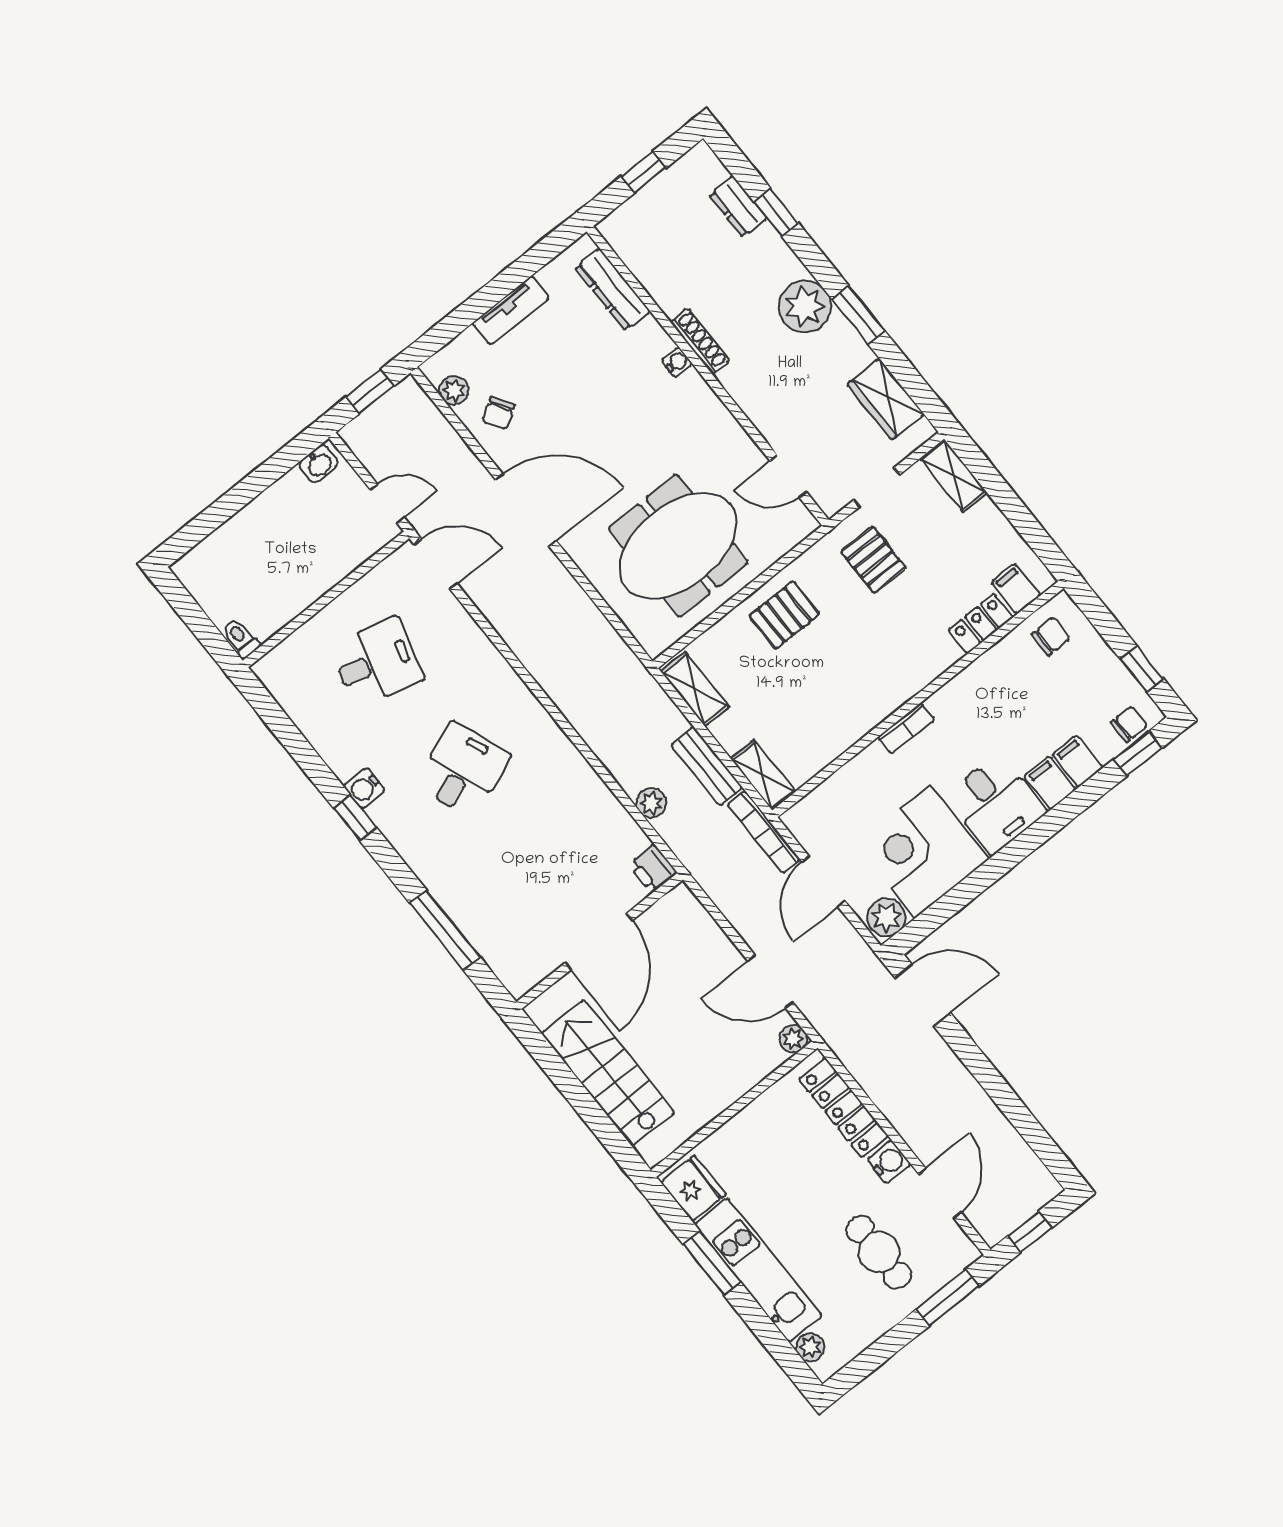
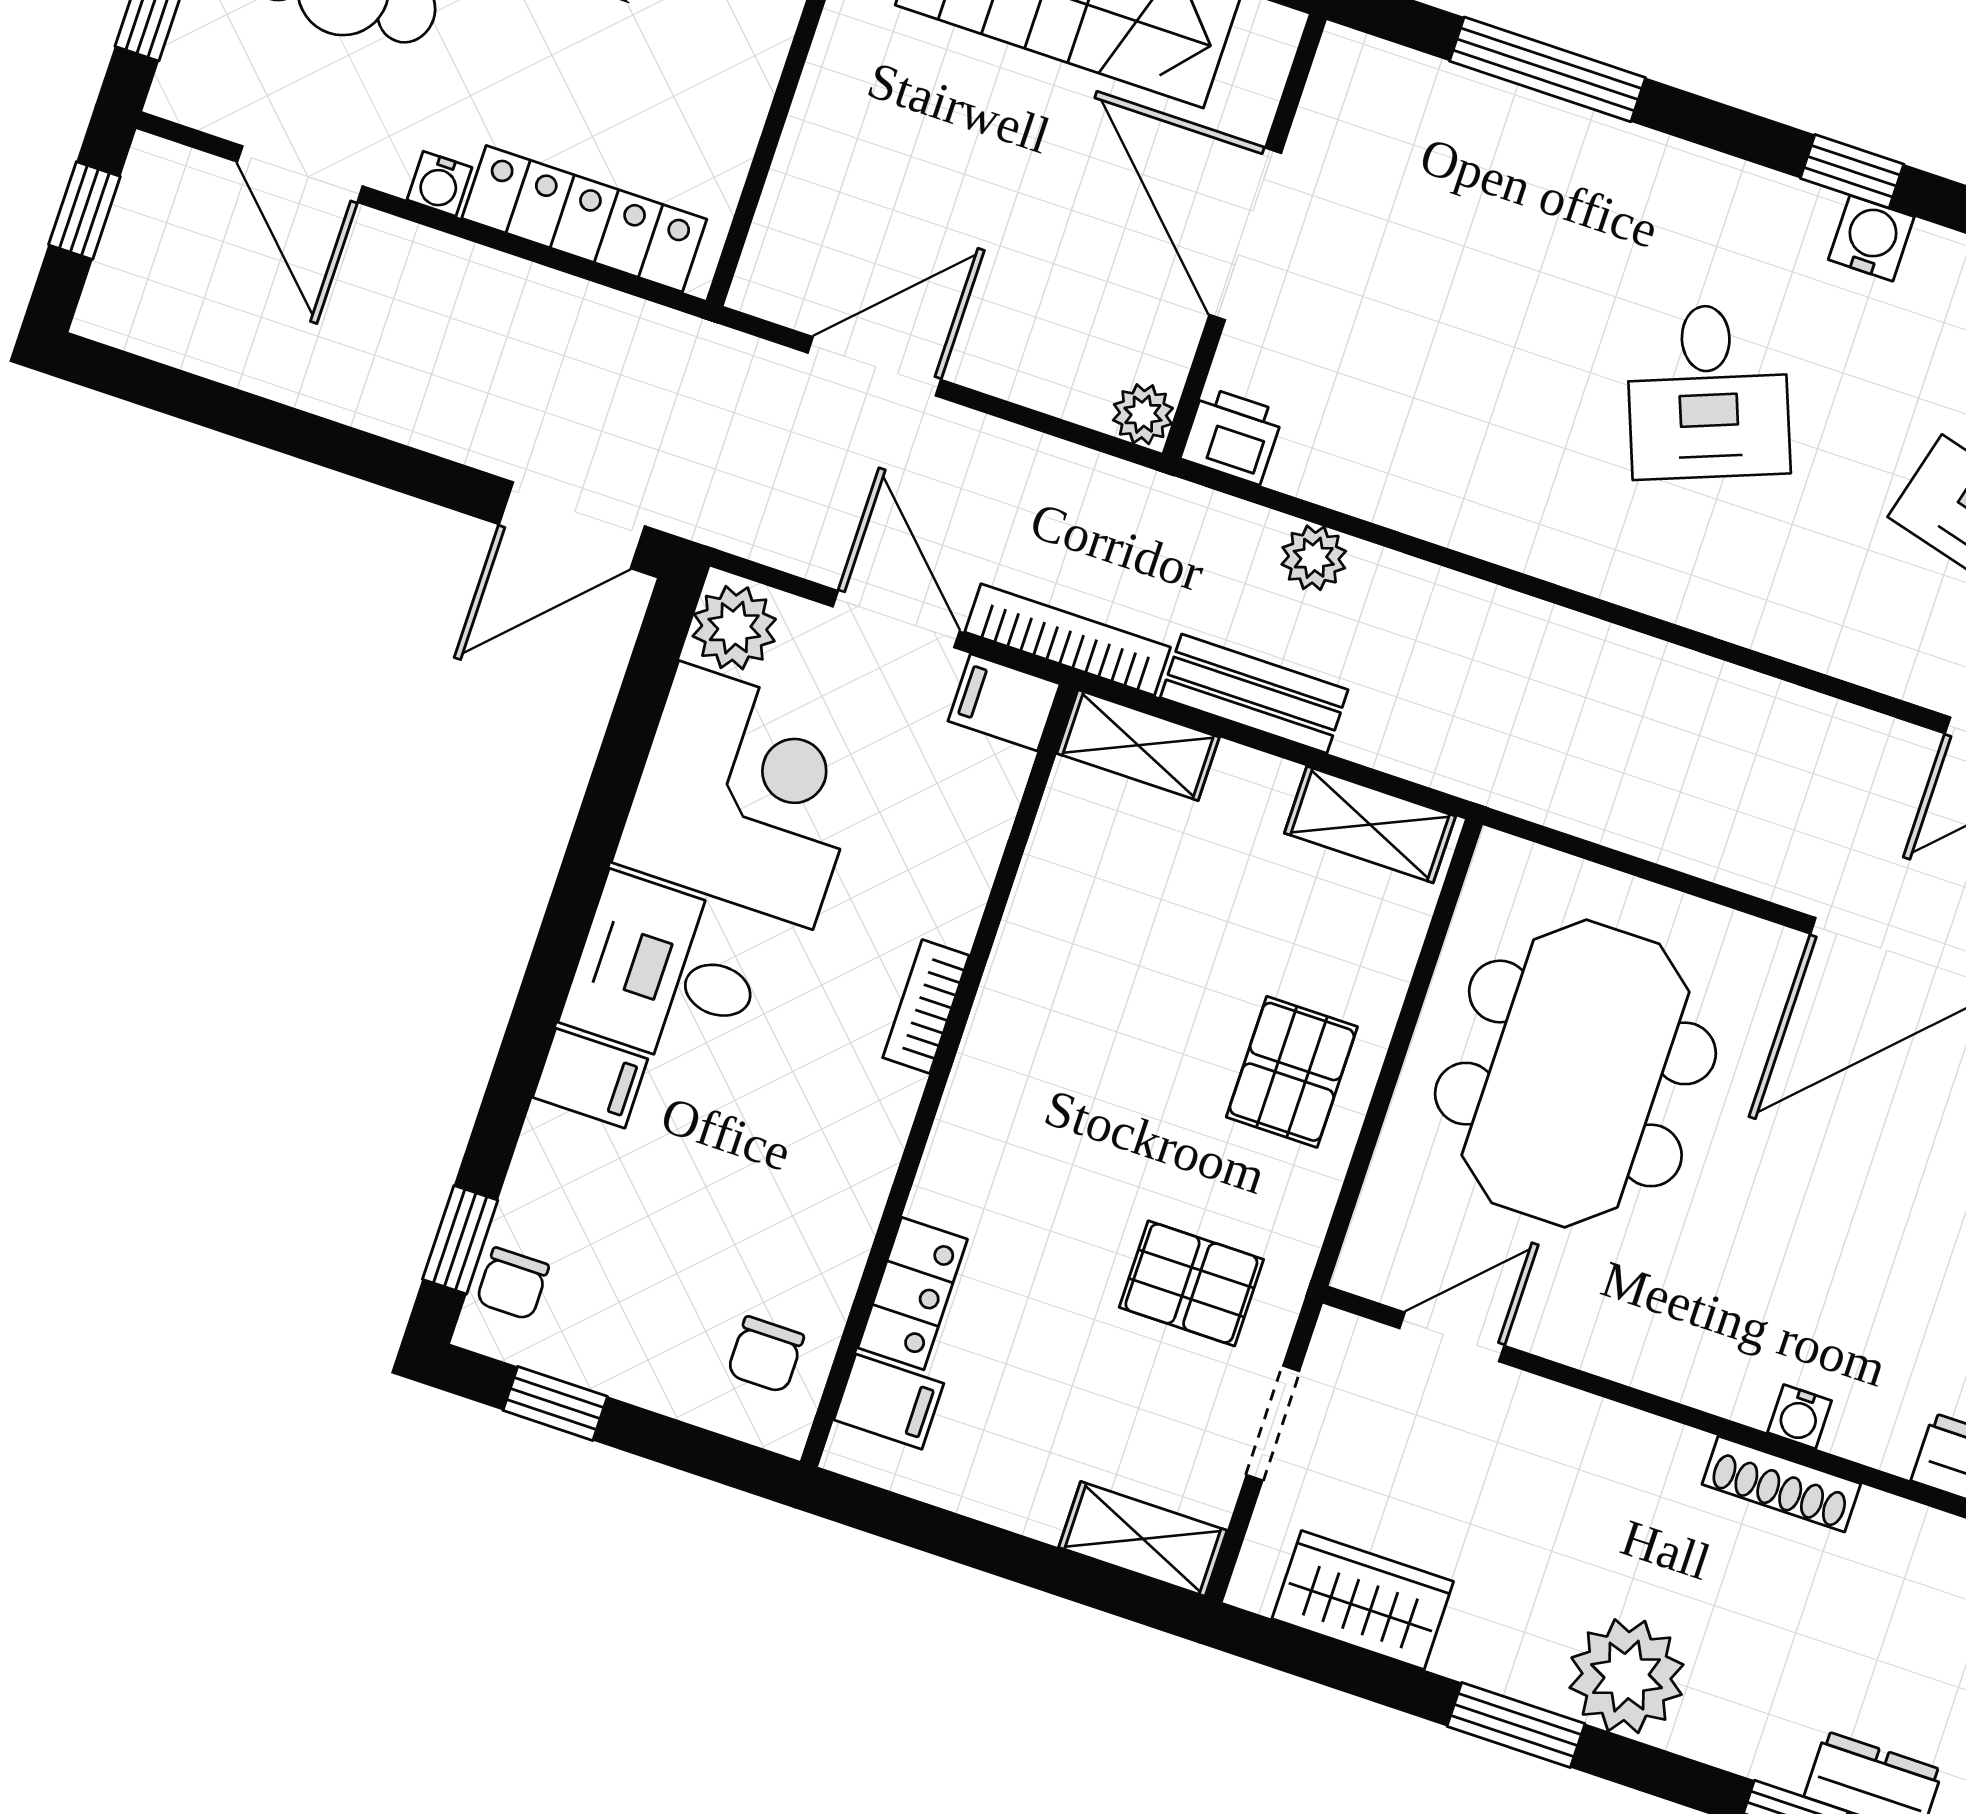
filing cabinet: (1078, 761) -> (1004, 702), moved, turned 180
plant: (793, 1039) -> (1143, 414), moved
water cooler: (889, 1162) -> (440, 184), width x0.72, depth x0.72

